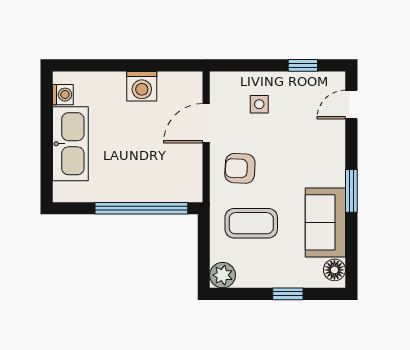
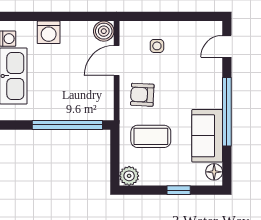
window: (303, 65) -> (190, 16), removed
boiler: (189, 85) -> (104, 31), added
washing machine: (142, 86) -> (49, 32), moved
window: (351, 191) -> (227, 112), width x2.11

